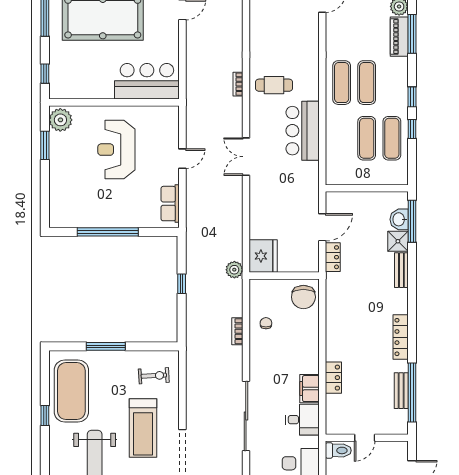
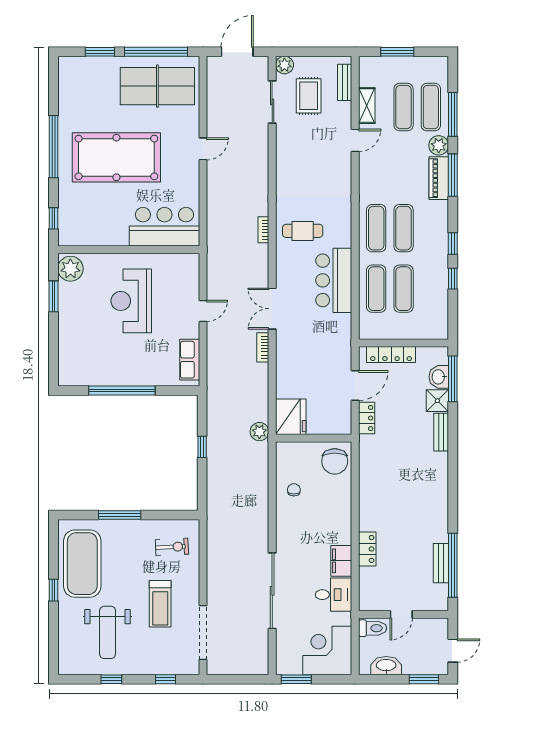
exercise mat: (392, 138) -> (376, 289), moved
bookcase: (237, 331) -> (263, 347), moved
locker: (401, 337) -> (391, 355), moved, turned -90
treadmill: (143, 428) -> (160, 604), width x0.73, depth x0.73

